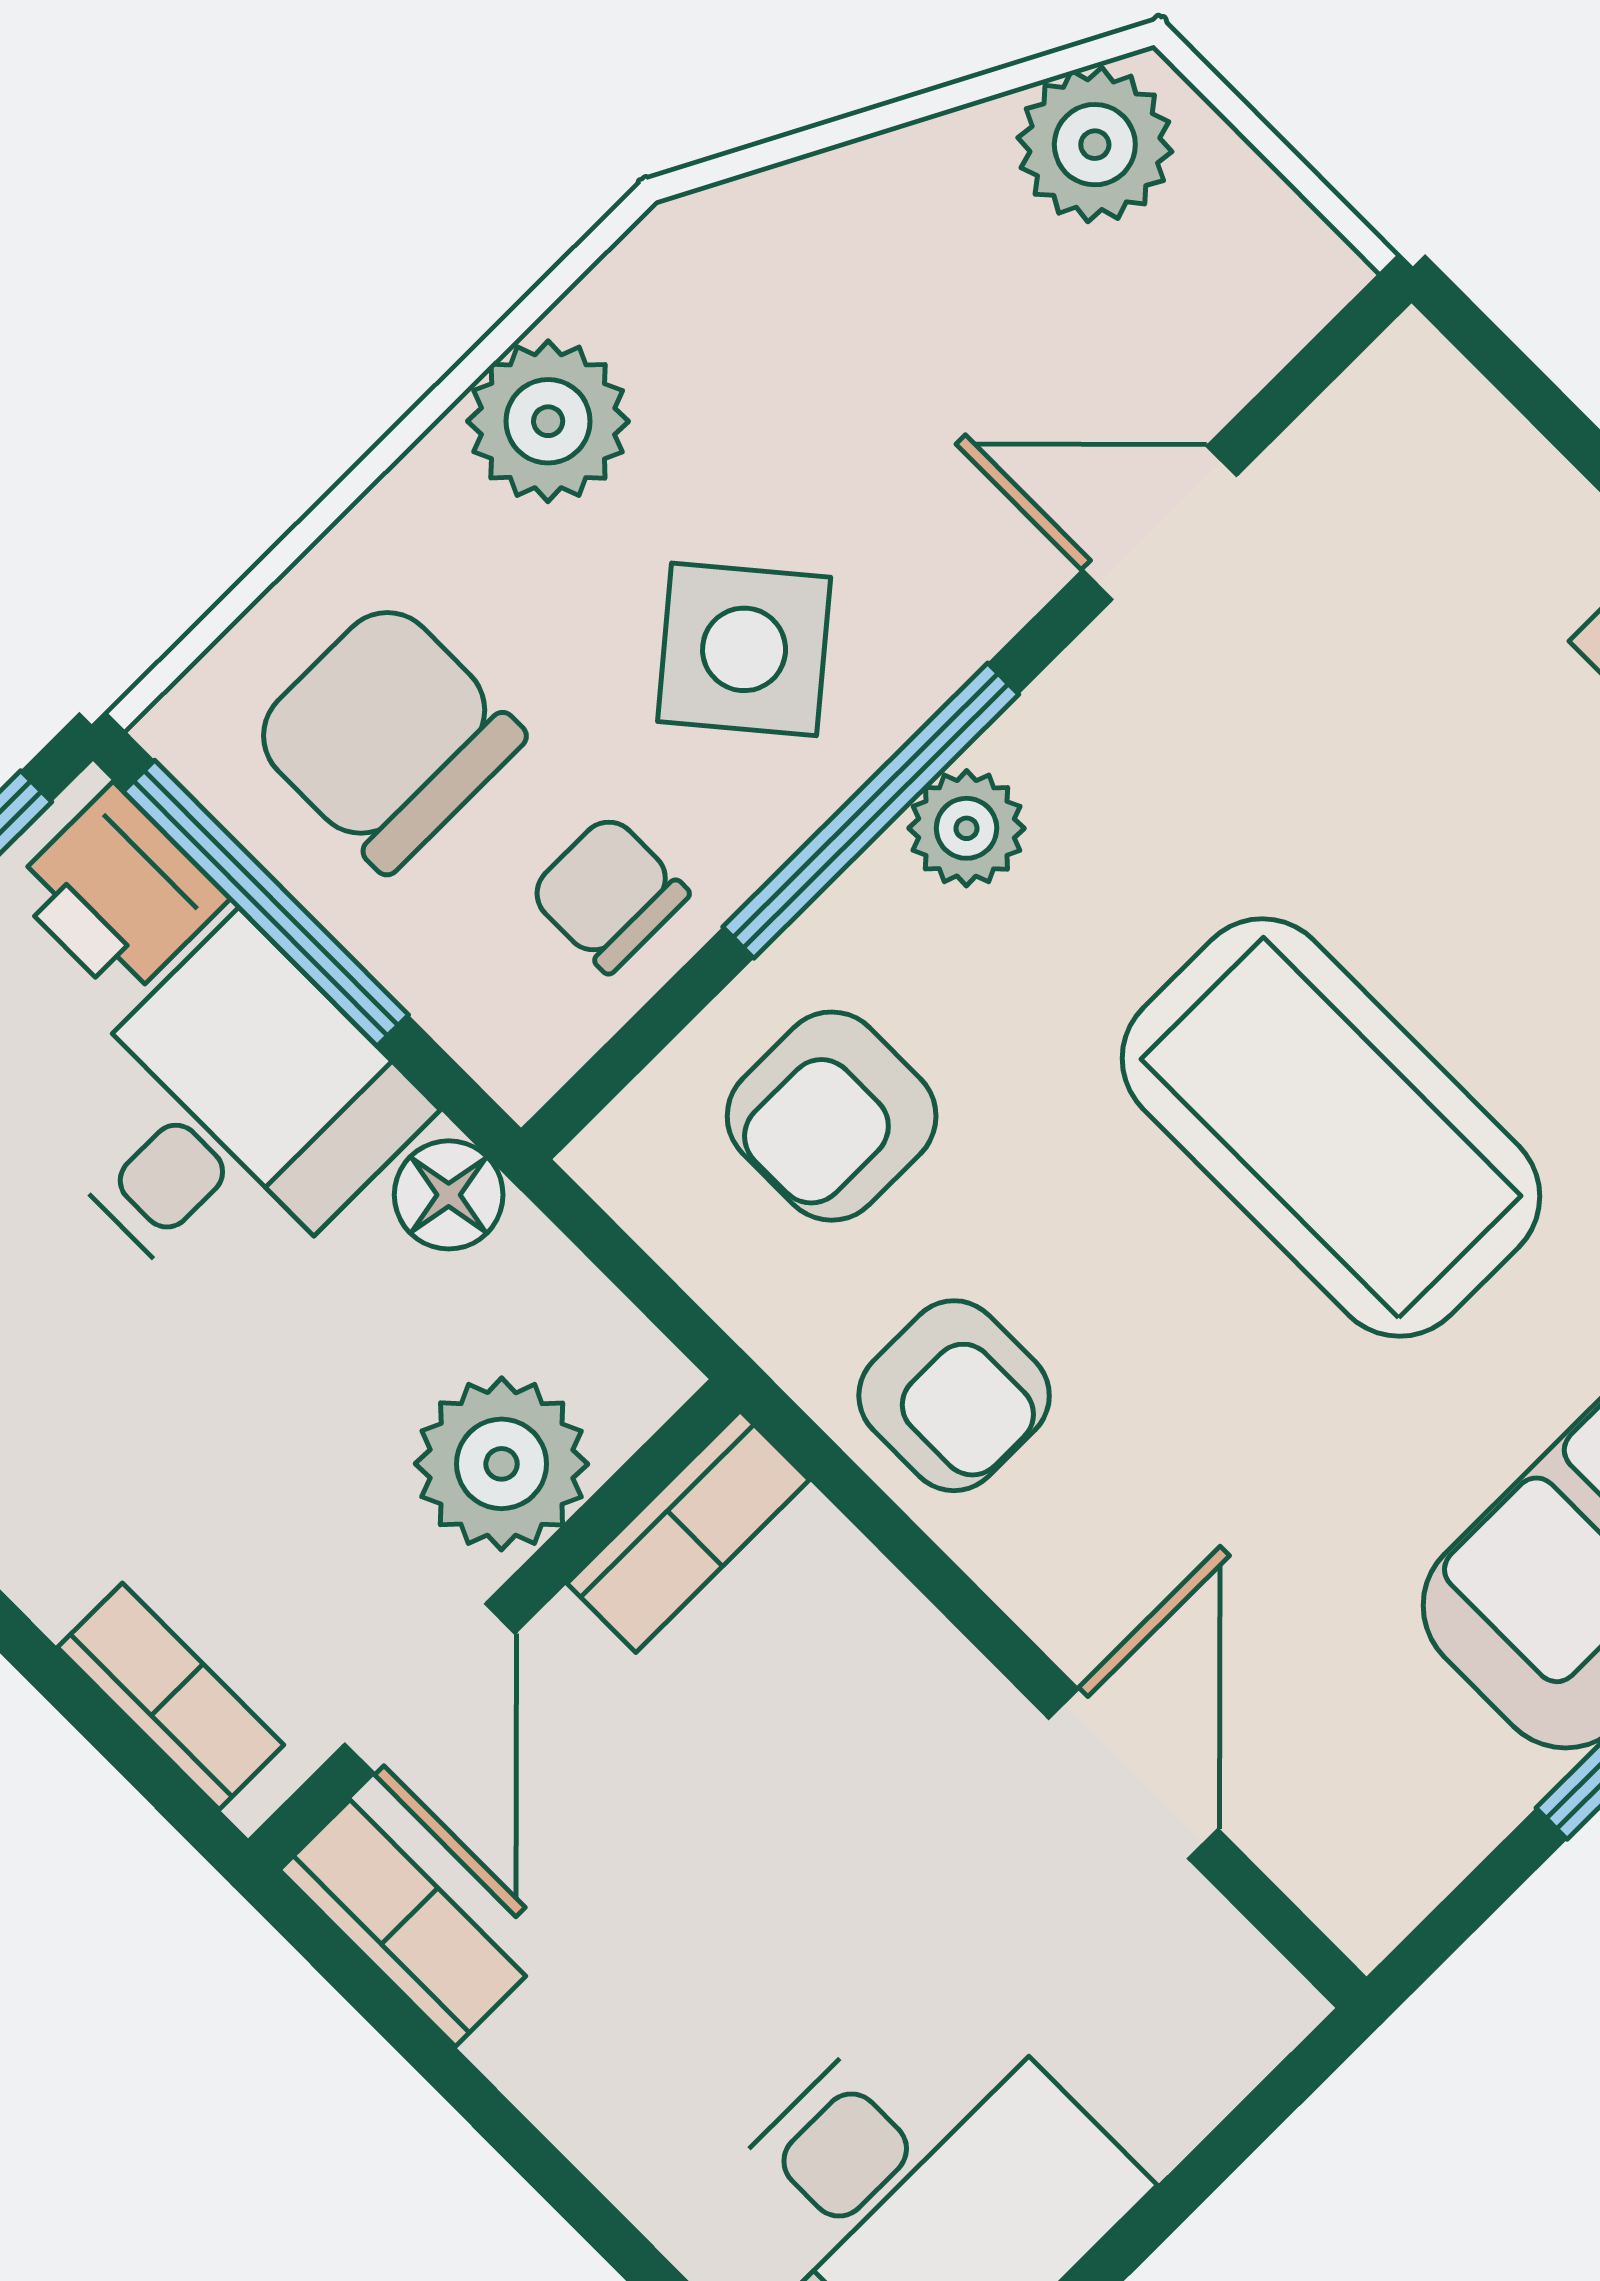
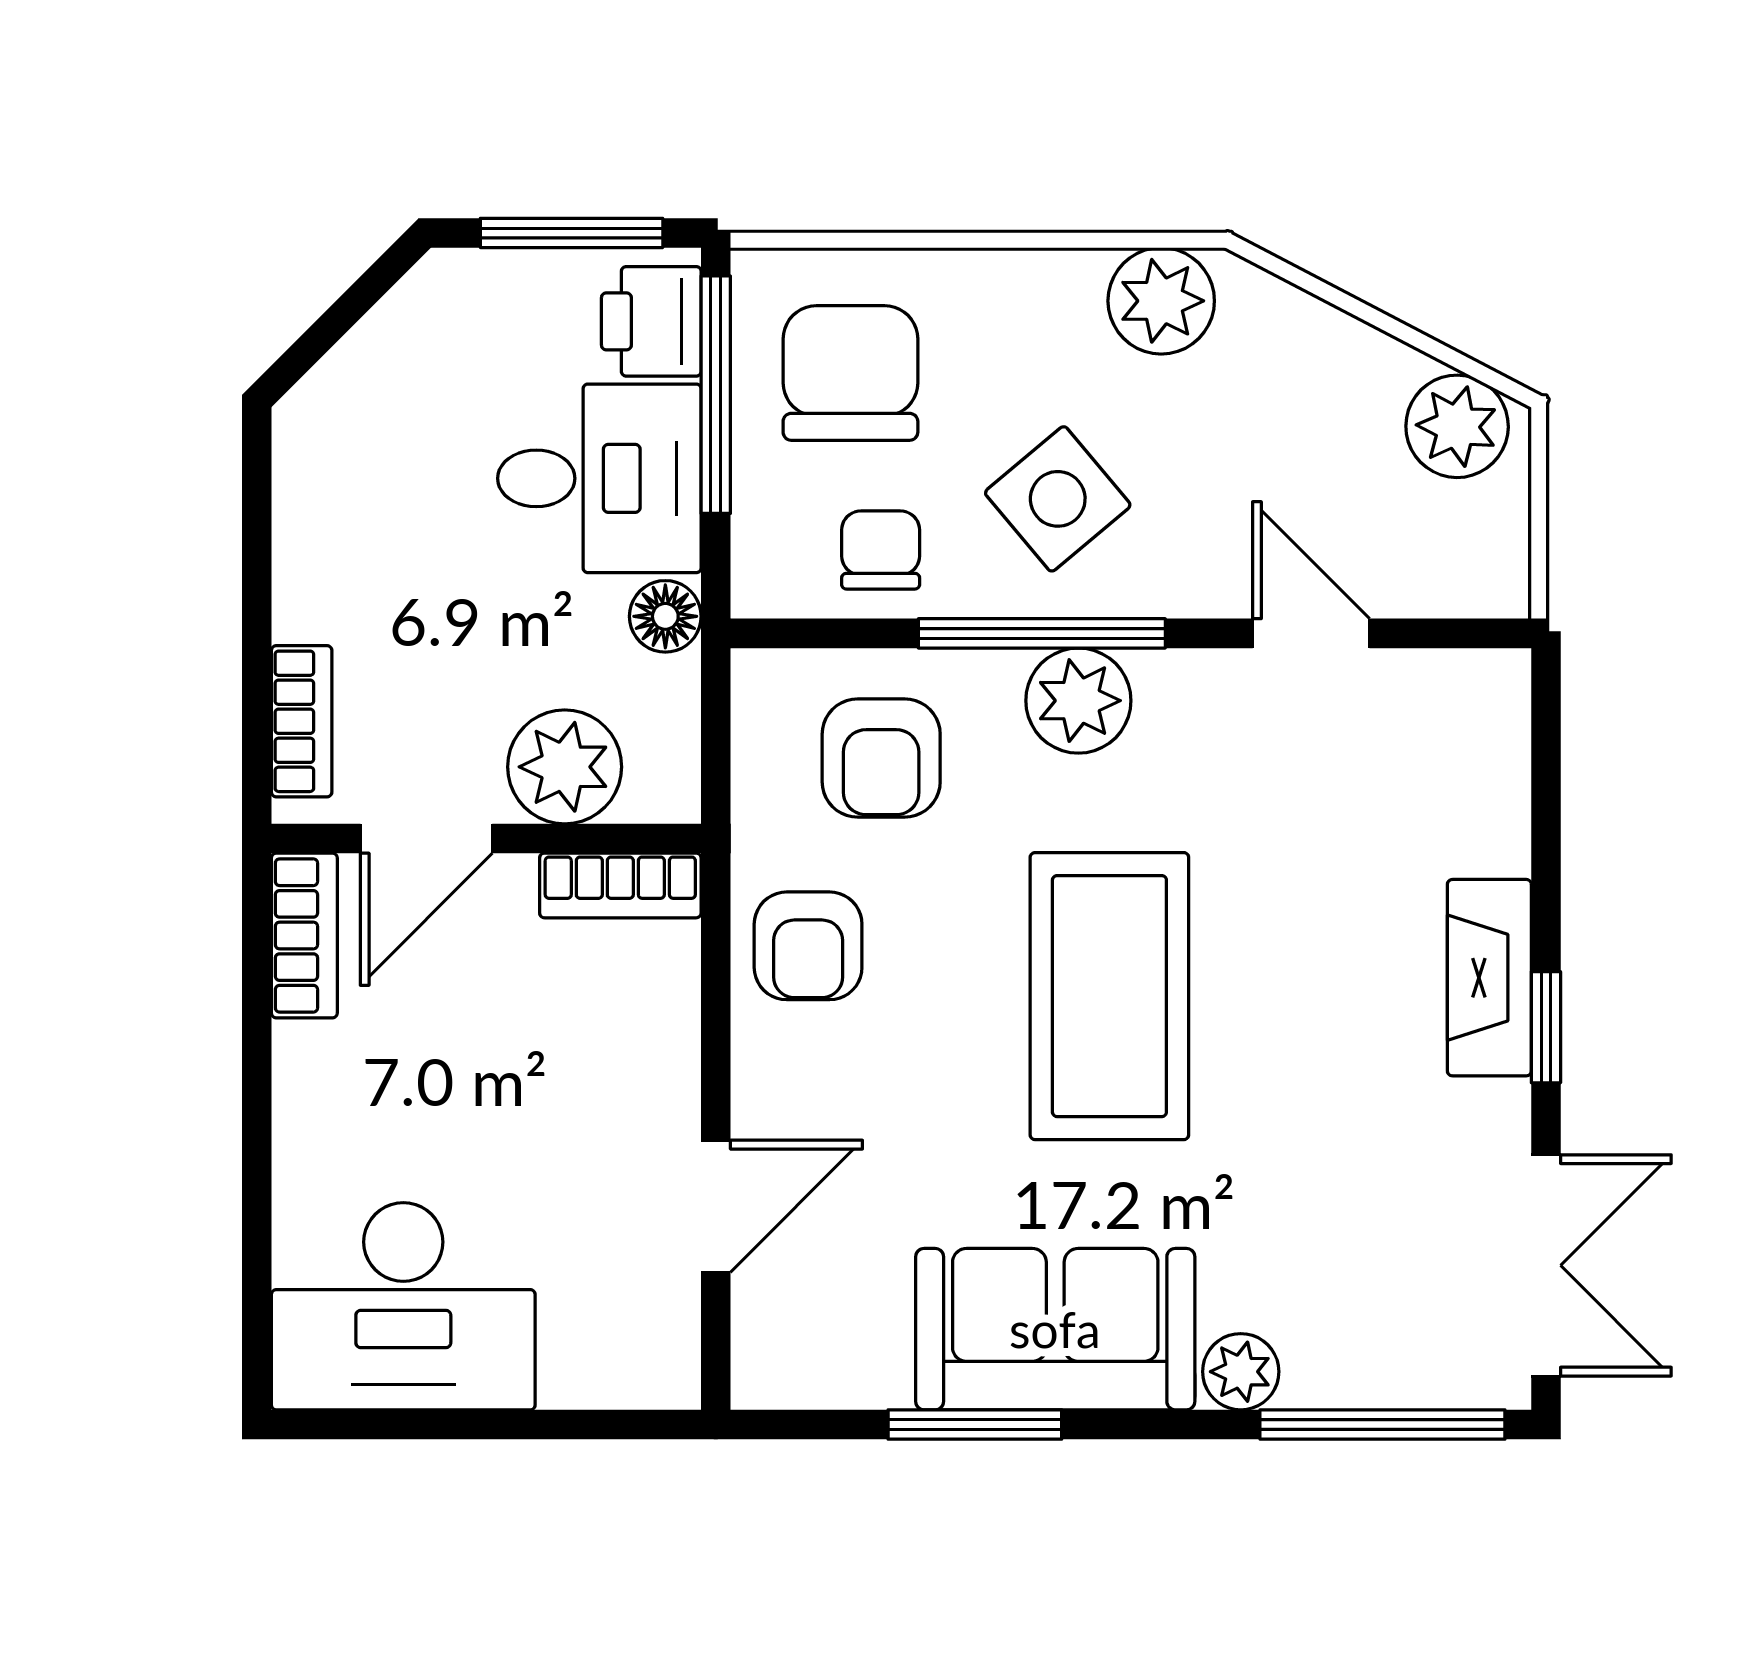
plant: (548, 421) -> (1161, 301), moved
plant: (967, 828) -> (1078, 701), width x1.38, depth x1.38
armchair: (832, 1116) -> (881, 758), turned -90

